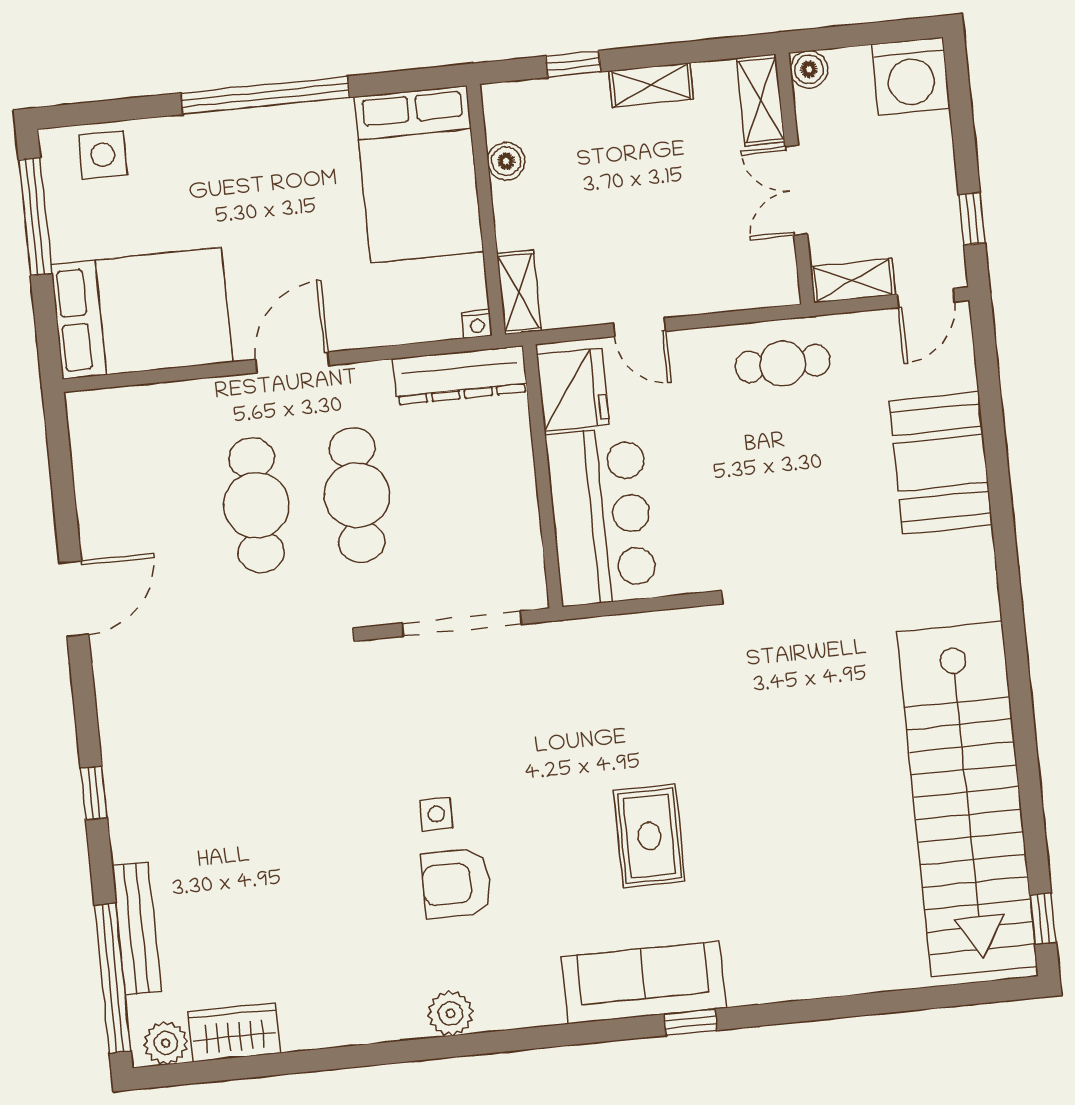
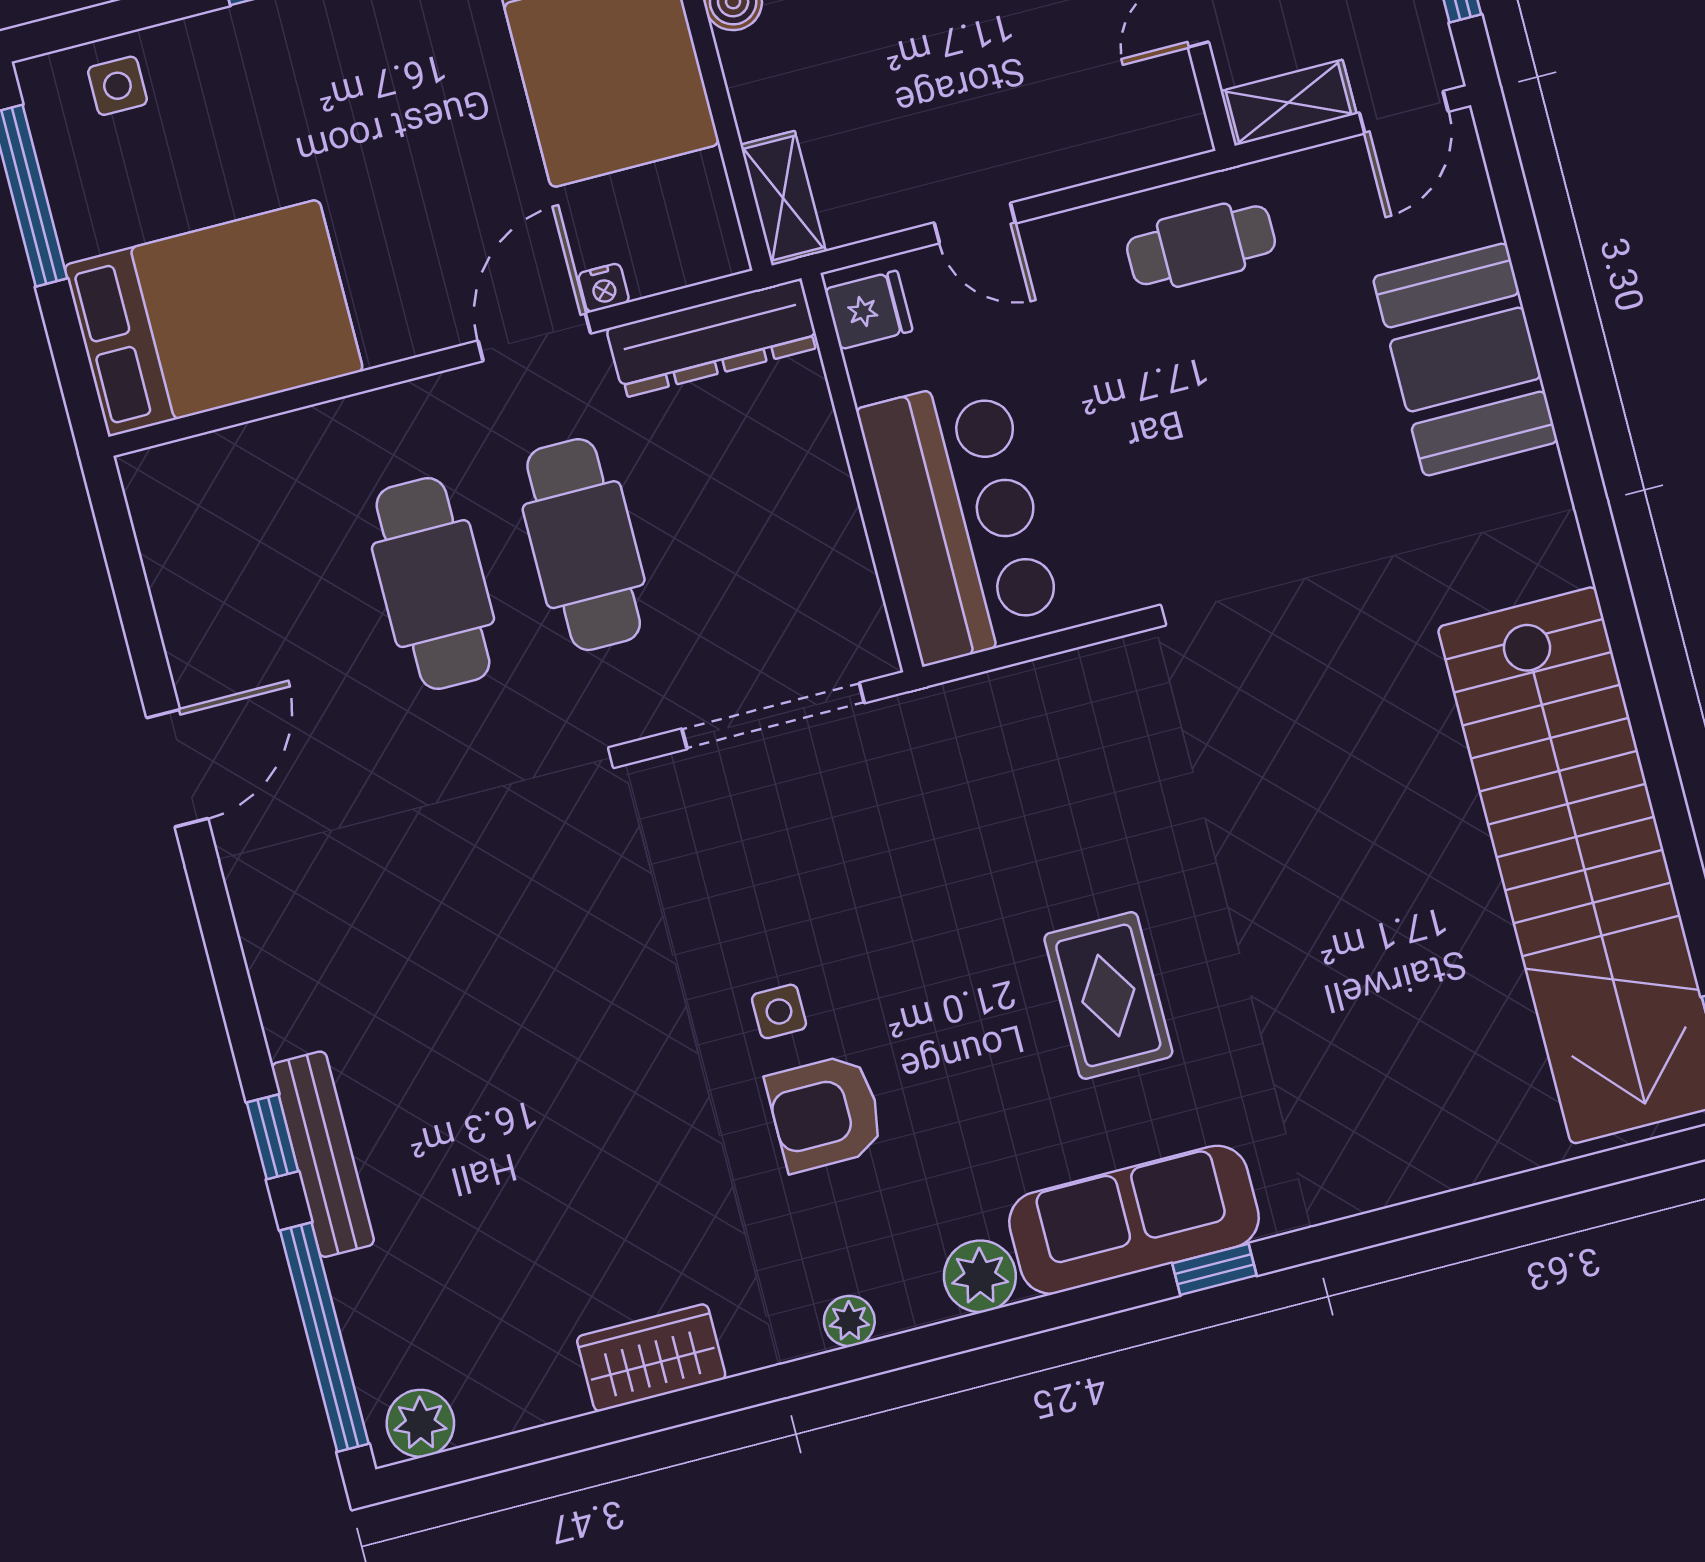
side table: (103, 155) -> (117, 86), width x0.73, depth x0.73
nightstand: (477, 324) -> (604, 288), moved
door: (292, 362) -> (534, 337), moved
fridge: (573, 390) -> (869, 310), width x0.53, depth x0.75
window: (94, 793) -> (273, 1137), moved
bench: (136, 929) -> (323, 1154), moved
plant: (539, 1004) -> (980, 1276), added
plant: (451, 1013) -> (849, 1321), width x0.73, depth x0.73
wardrobe: (234, 1032) -> (651, 1358), moved

